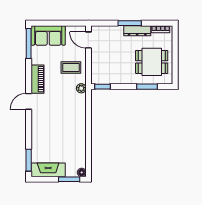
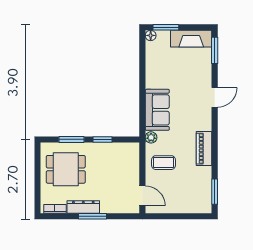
sofa: (48, 35) -> (157, 110), moved, turned 90
window: (29, 44) -> (215, 192), width x0.69
window: (103, 87) -> (102, 139), moved
door: (29, 101) -> (215, 97), moved

